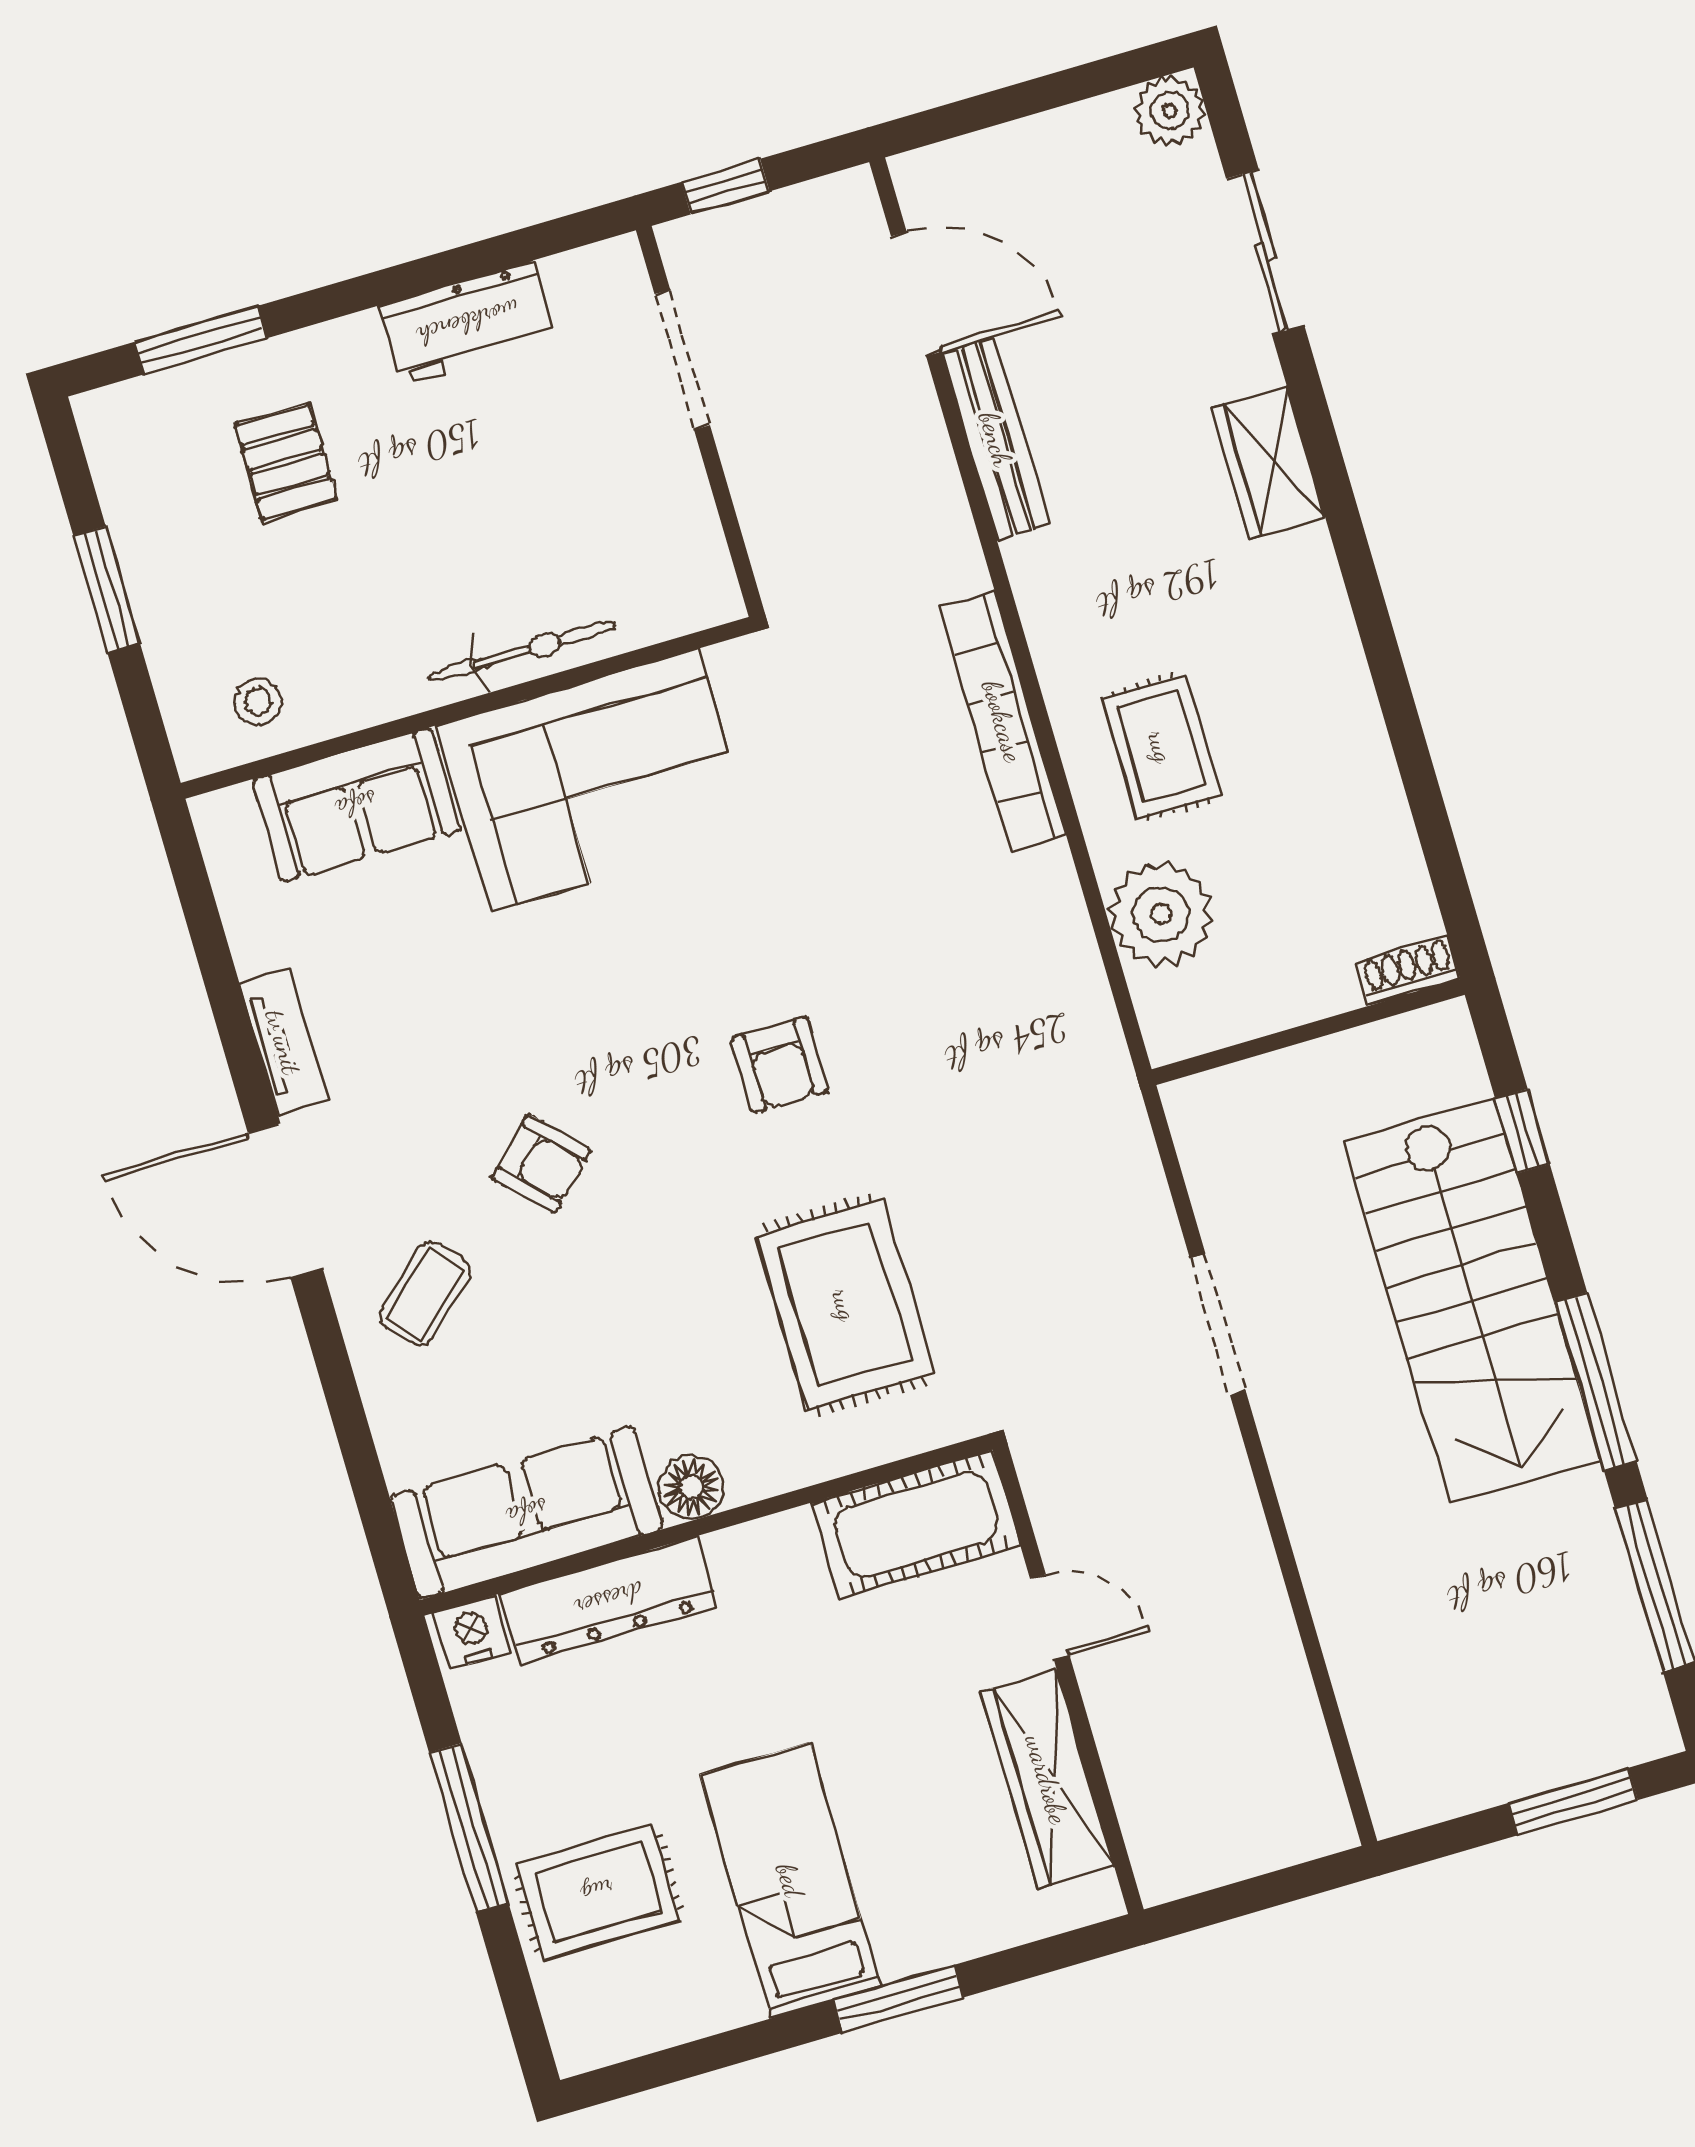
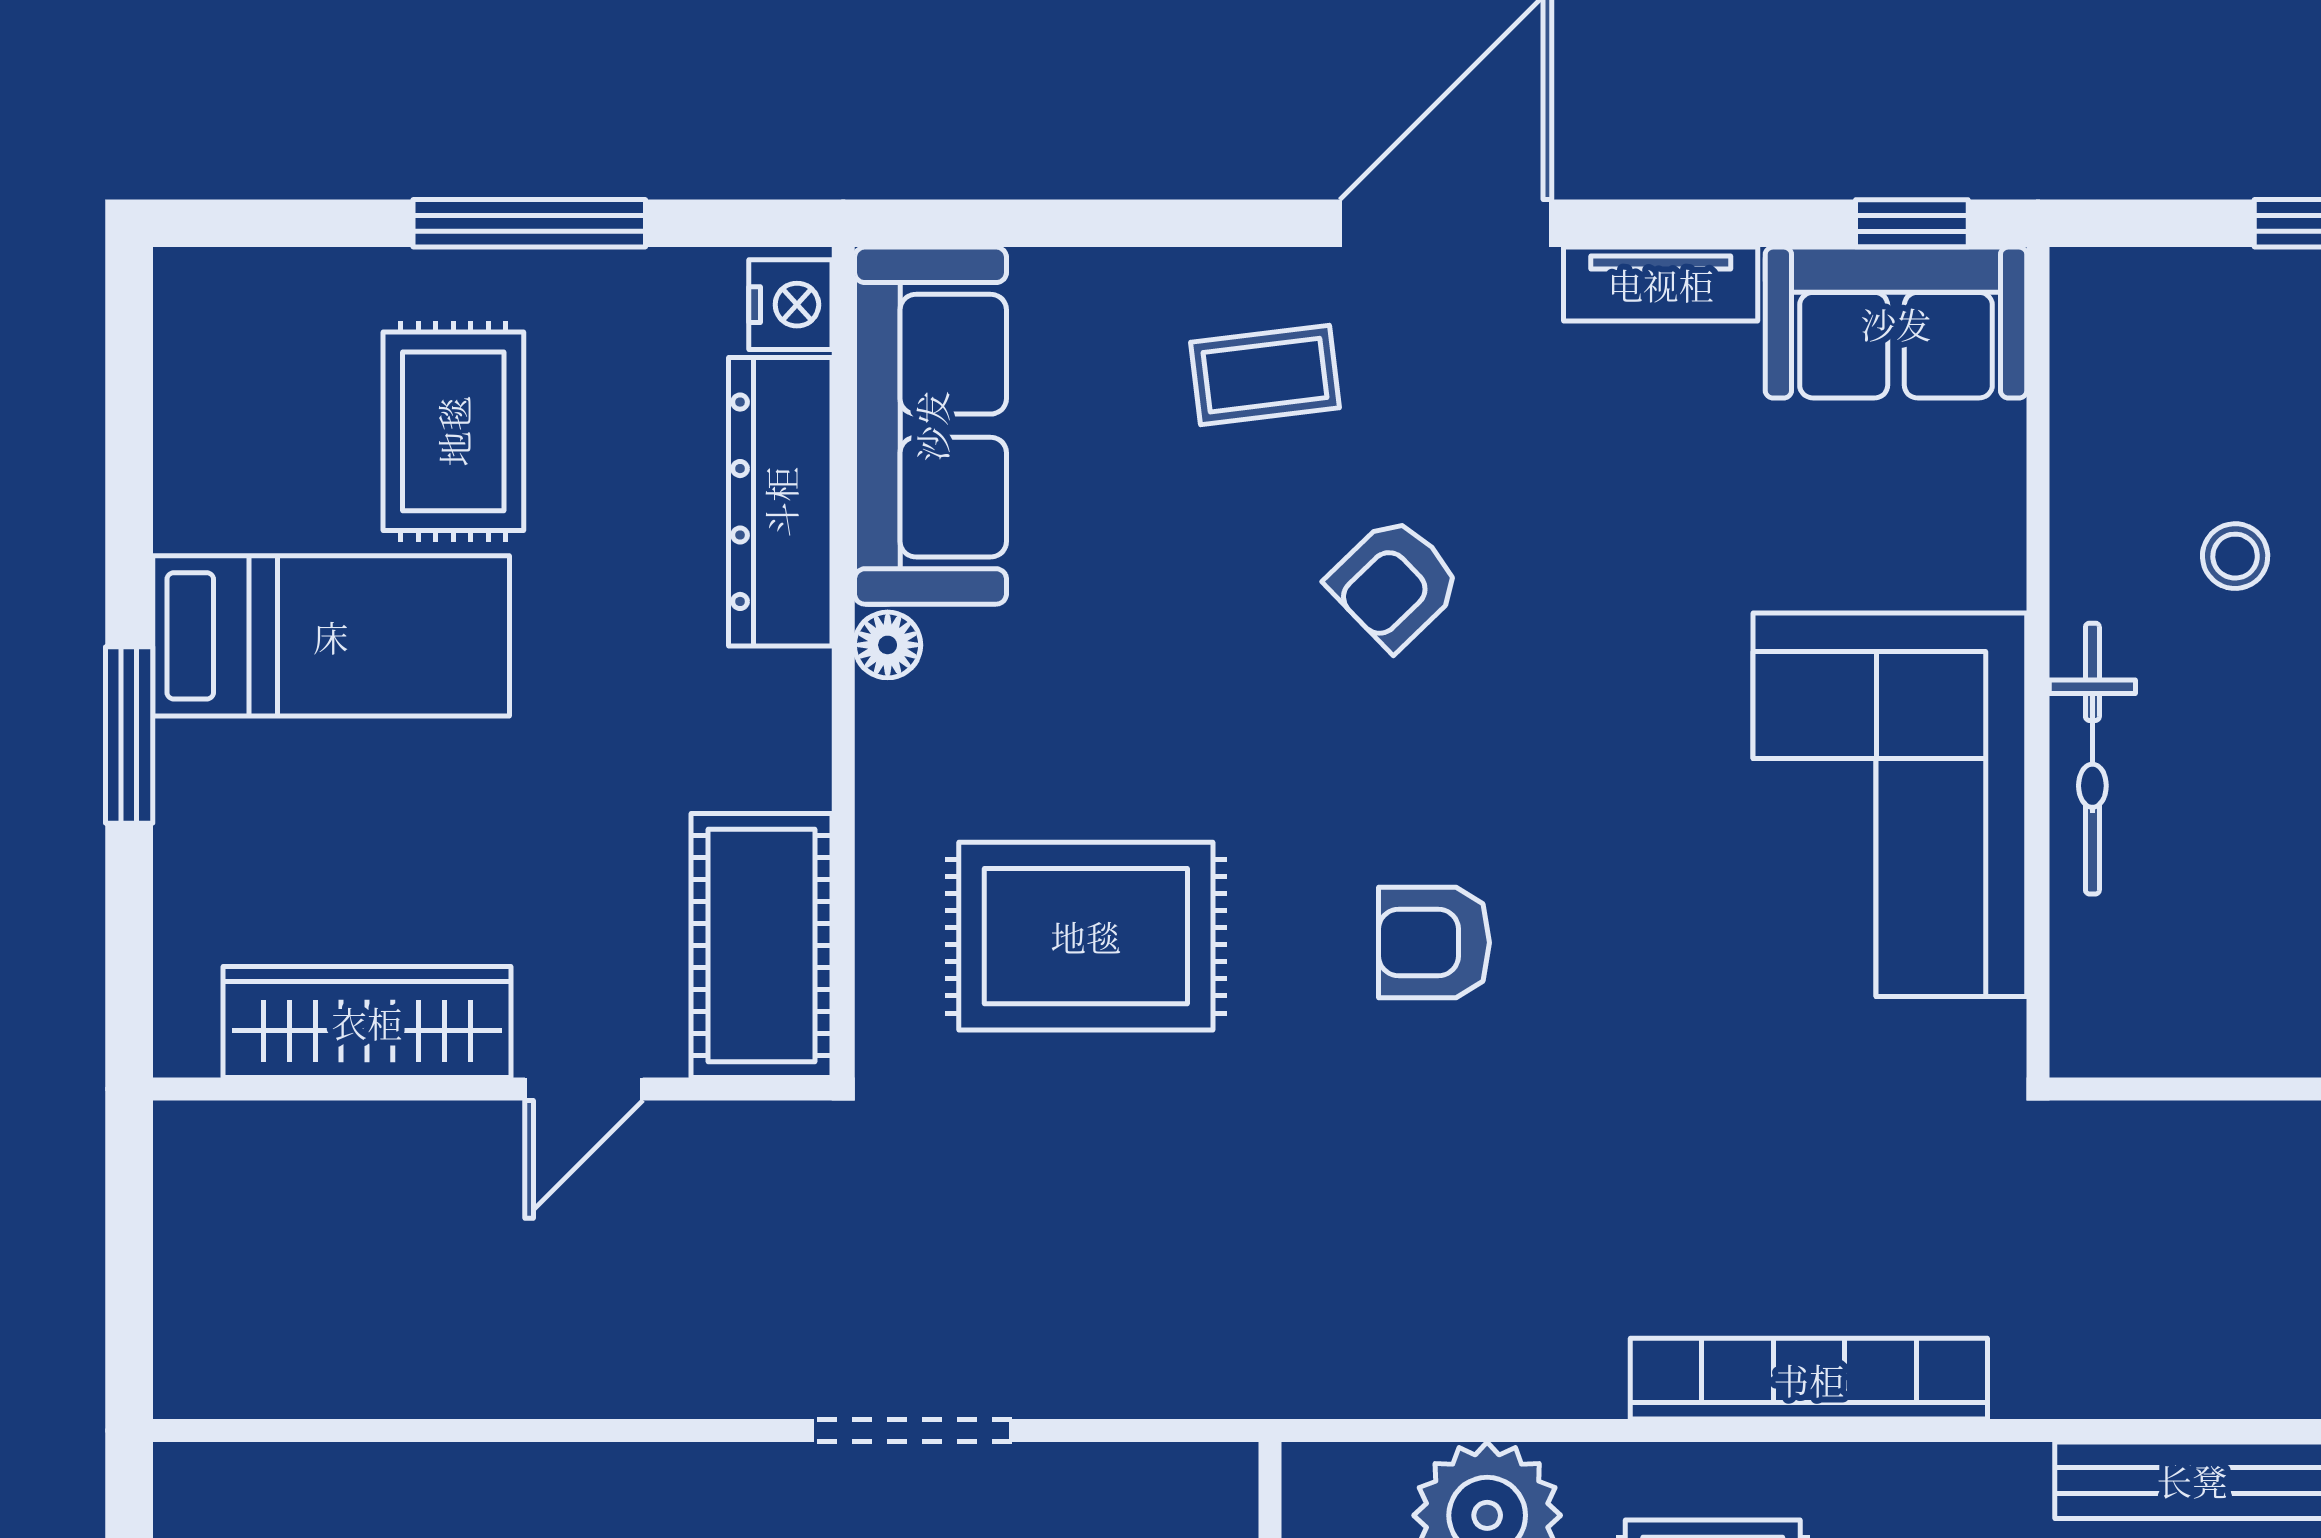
stool: (258, 702) -> (2235, 556), moved
sofa: (356, 805) -> (1896, 323), moved, turned -90
window: (192, 882) -> (1912, 223), added
coffee table: (425, 1294) -> (1265, 375), turned -55
floor lamp: (691, 1487) -> (888, 645), width x0.73, depth x0.73
rug: (598, 1892) -> (453, 431), moved

